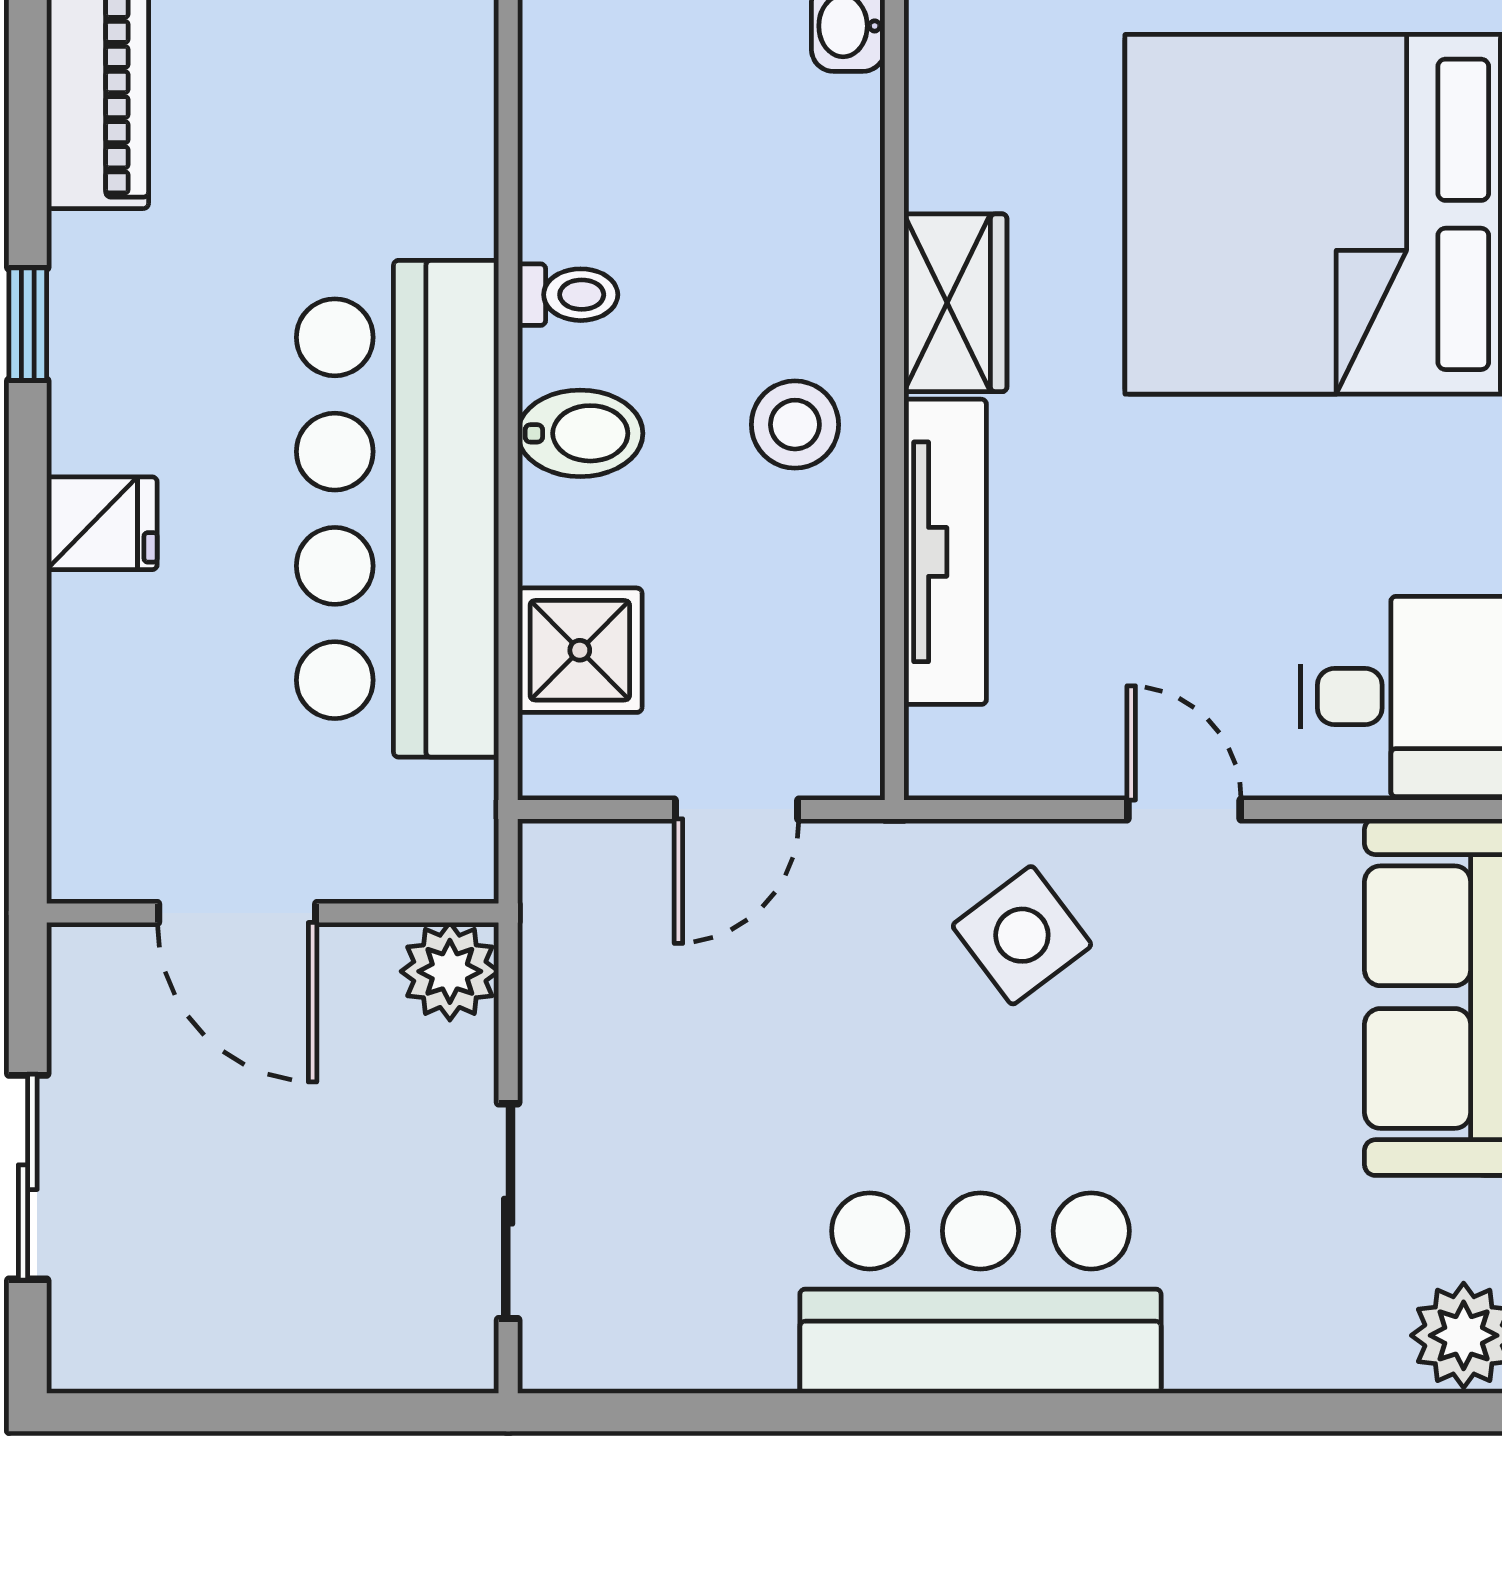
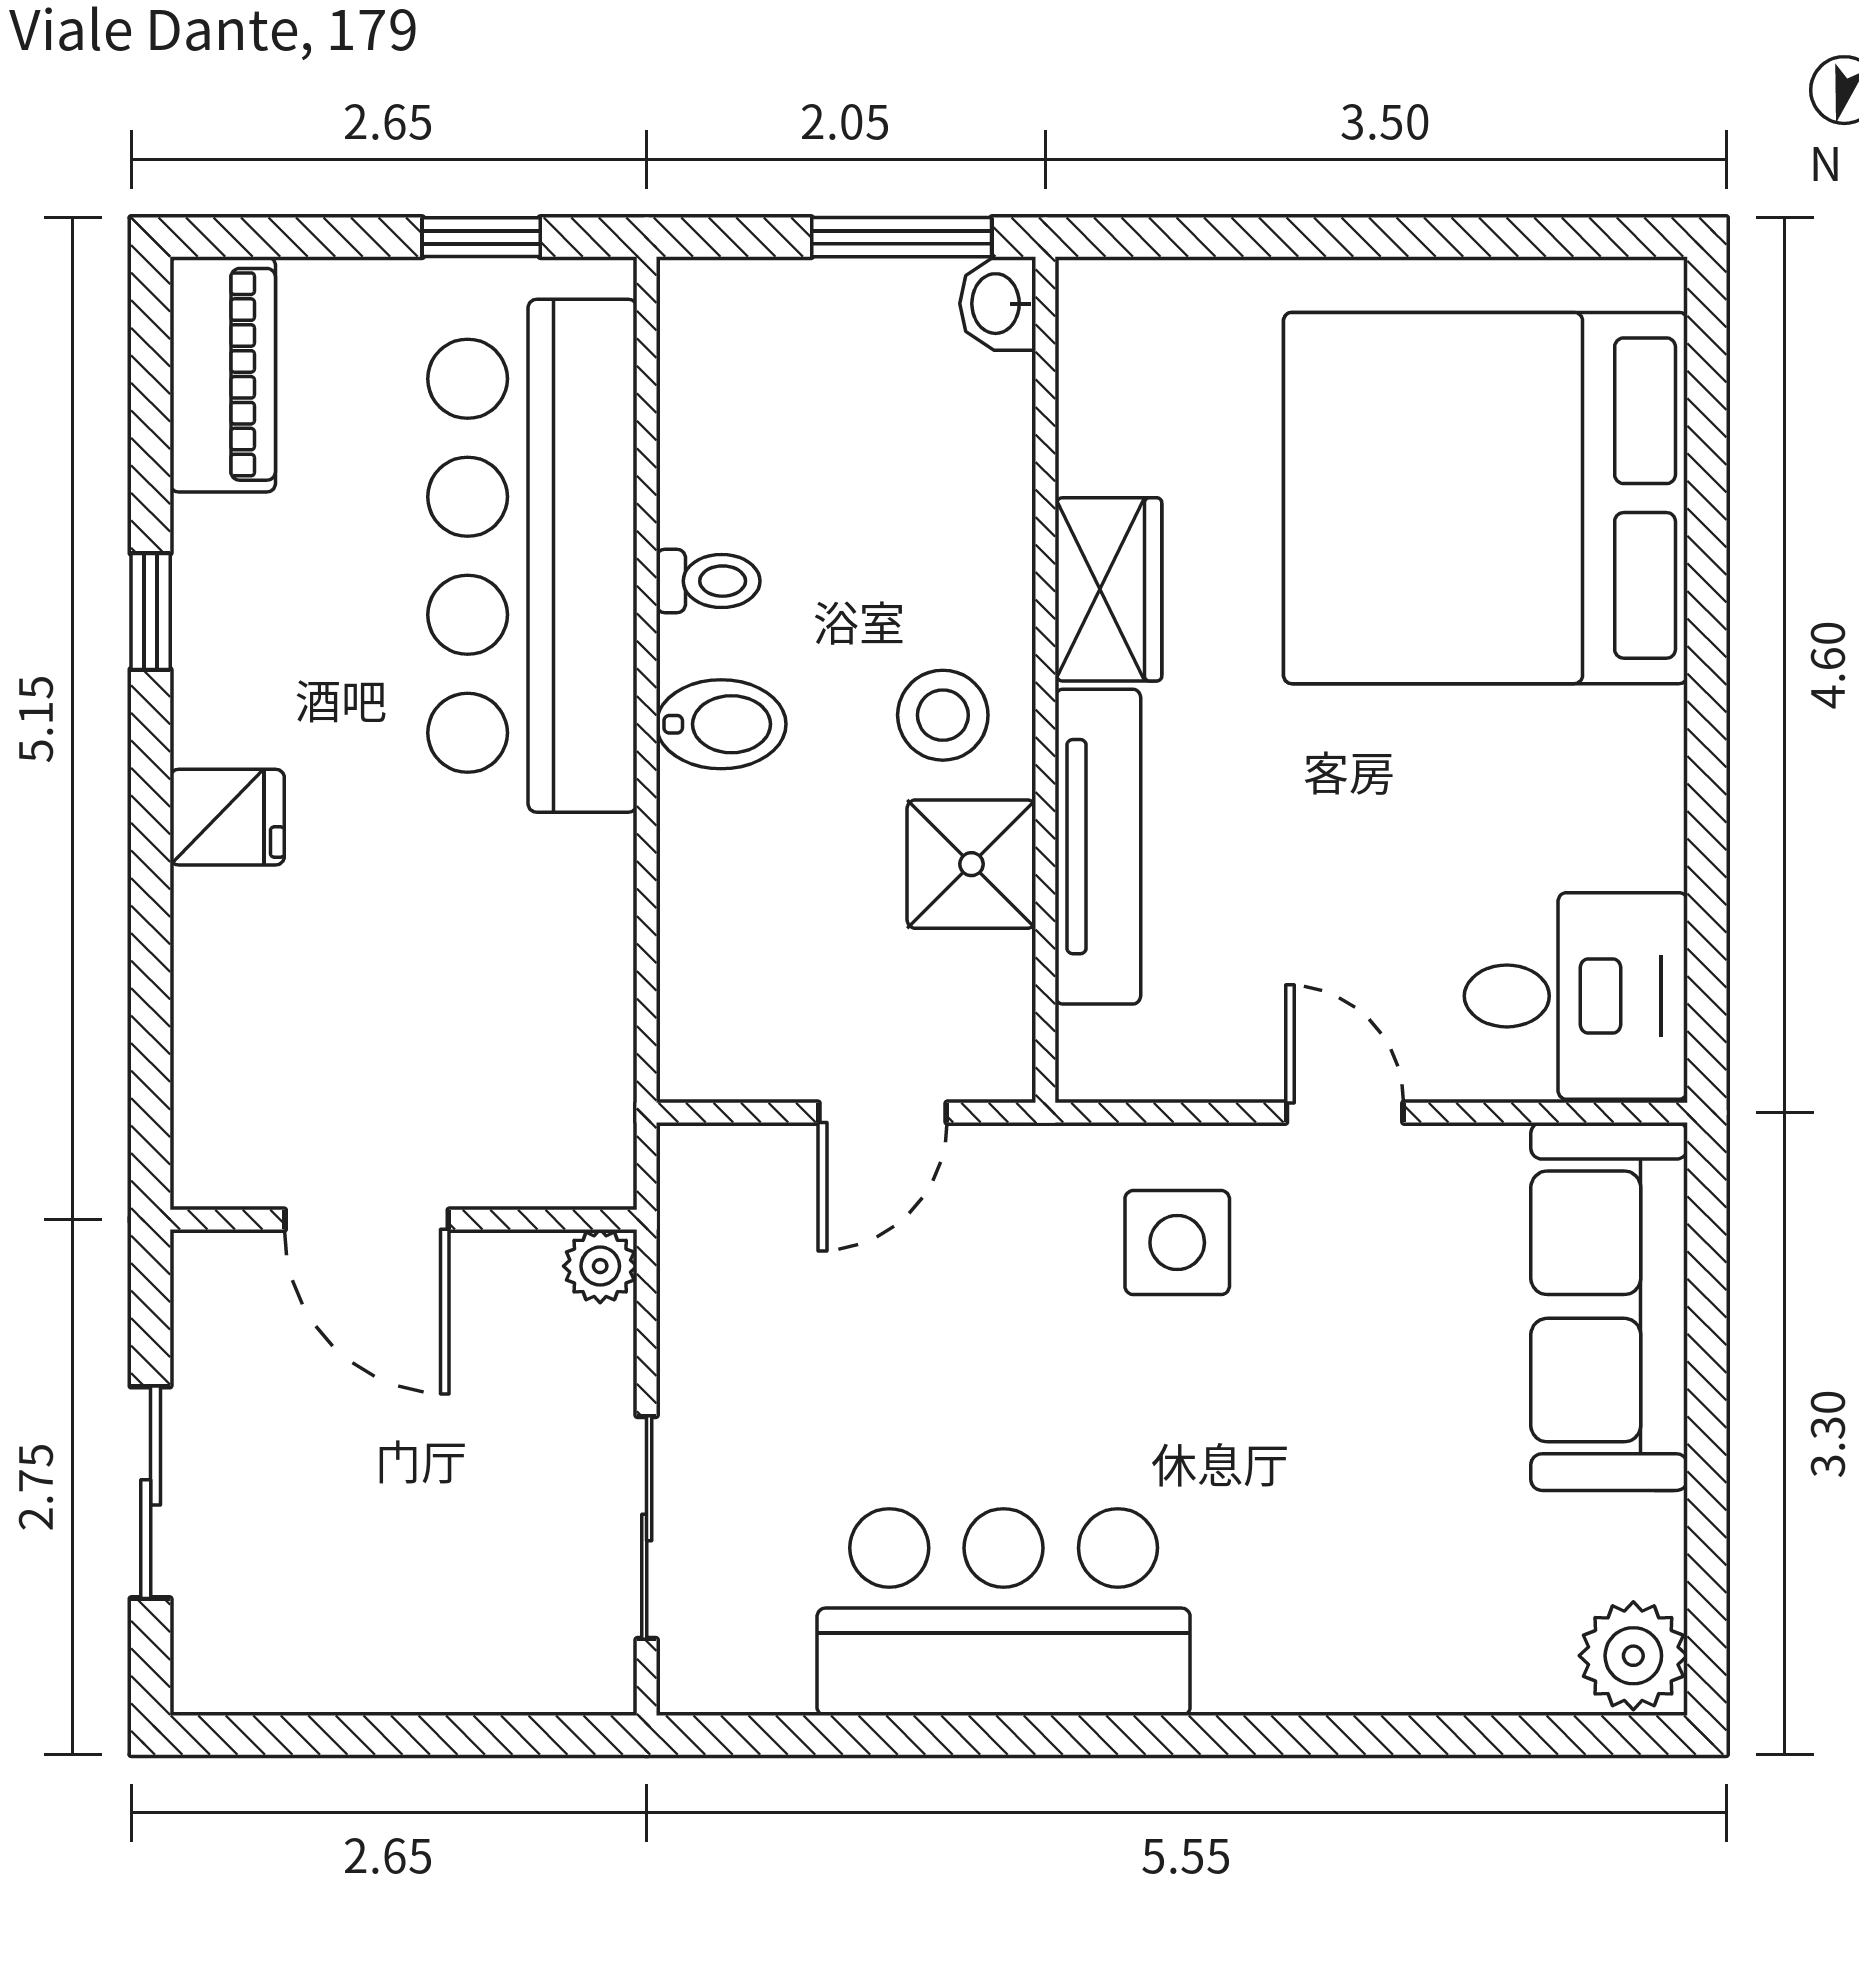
bar counter: (398, 509) -> (532, 556), moved
shower: (580, 650) -> (971, 864), moved
side table: (1022, 935) -> (1177, 1243), turned 37
plant: (450, 971) -> (600, 1266), width x0.73, depth x0.73
bar counter: (980, 1293) -> (1004, 1612), moved

